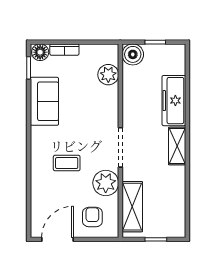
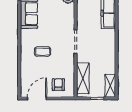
shelving: (177, 146) -> (110, 86), moved
plant: (106, 183) -> (67, 64), removed

